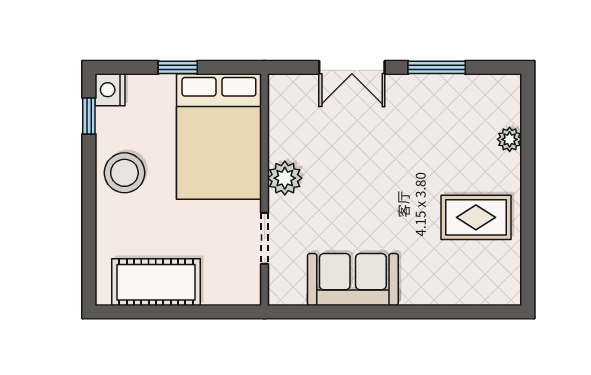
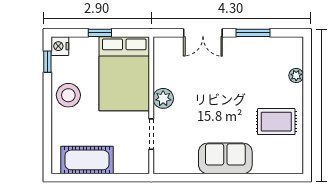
sofa: (353, 279) -> (225, 158), moved

